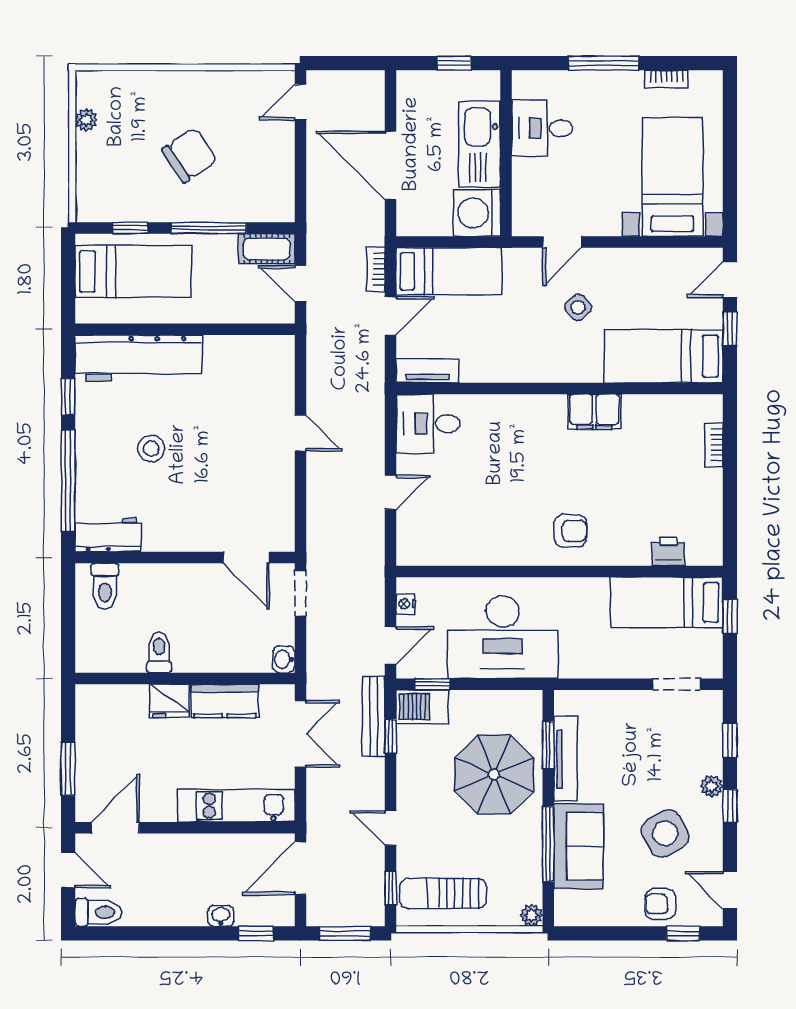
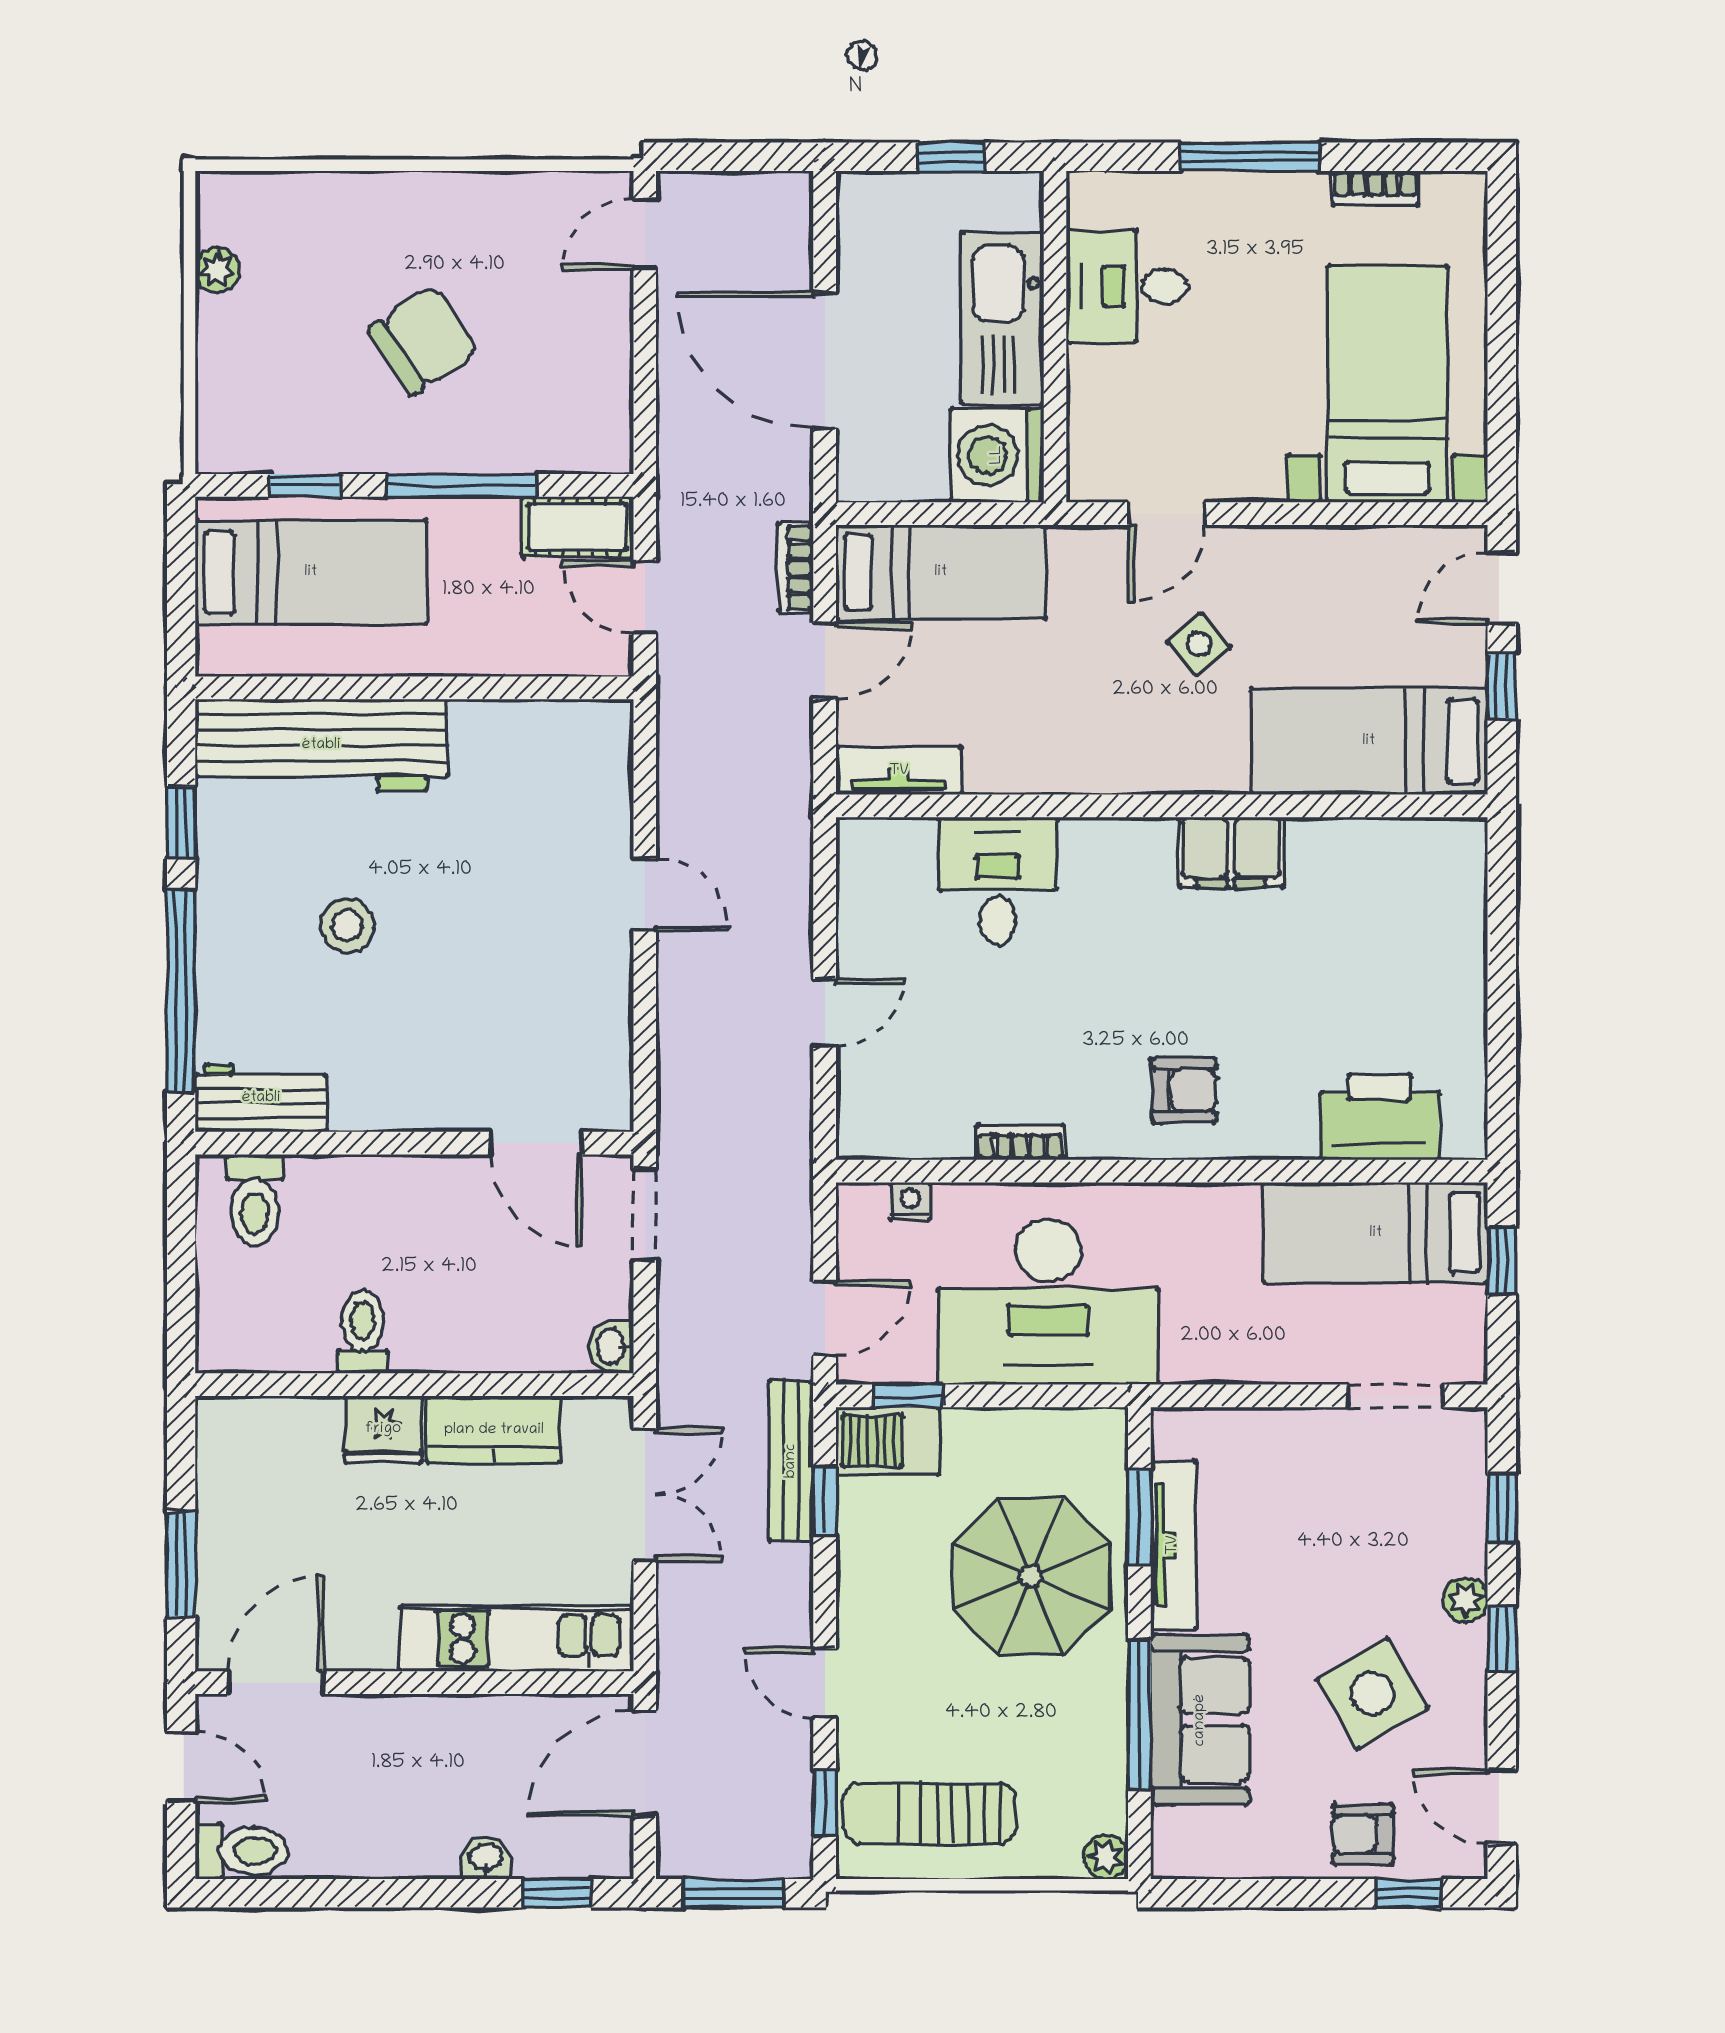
desk: (428, 424) -> (998, 881), moved, turned 90
bookcase: (714, 445) -> (1020, 1142), moved, turned 90
printer: (668, 551) -> (1379, 1117), width x1.87, depth x1.48
nightstand: (406, 604) -> (910, 1201), moved, turned 90

